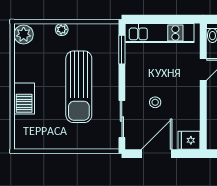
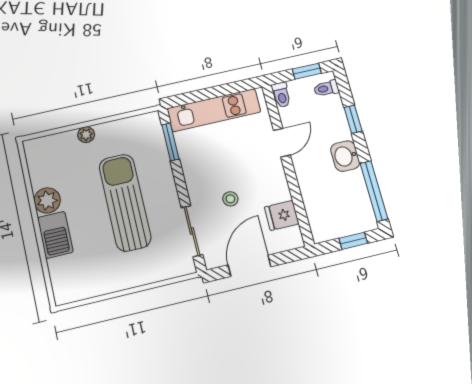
plant: (24, 34) -> (47, 200), moved
sun lounger: (79, 87) -> (125, 202), turned 180
fridge: (189, 140) -> (282, 215), moved

